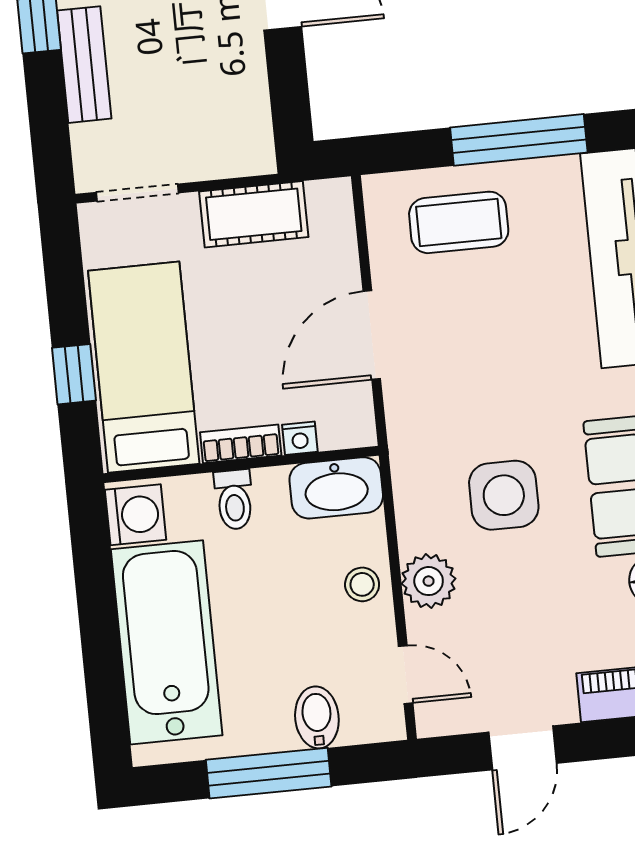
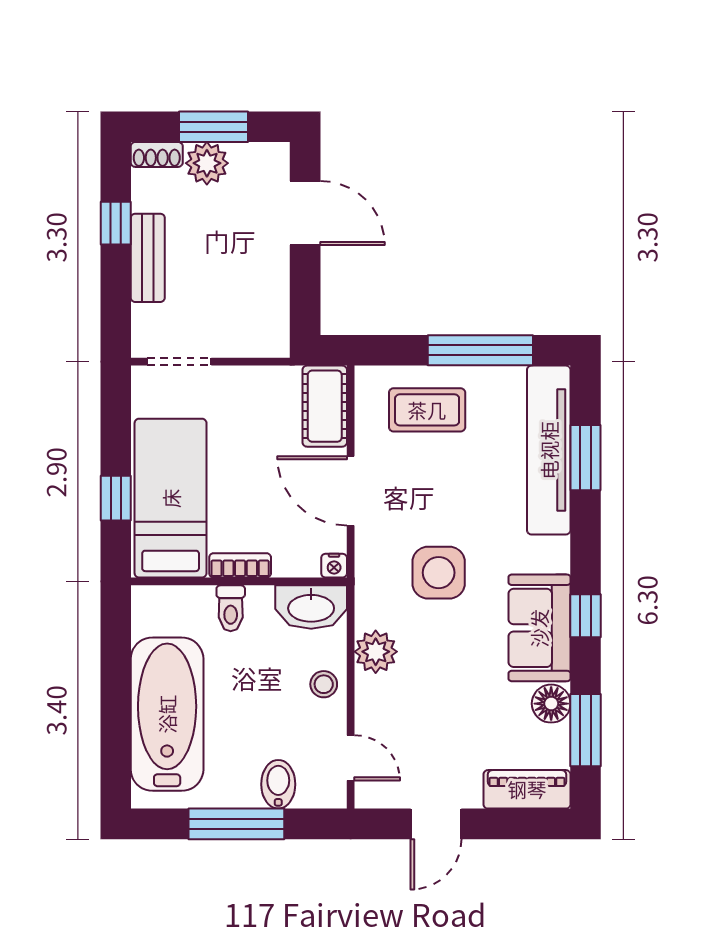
cot: (254, 214) -> (325, 406), moved, turned 90
door: (372, 335) -> (351, 491), hinge flipped
nightstand: (300, 438) -> (334, 566), moved
side table: (504, 495) -> (439, 573), moved
washing machine: (136, 515) -> (153, 612), removed
plant: (429, 581) -> (376, 652), moved

